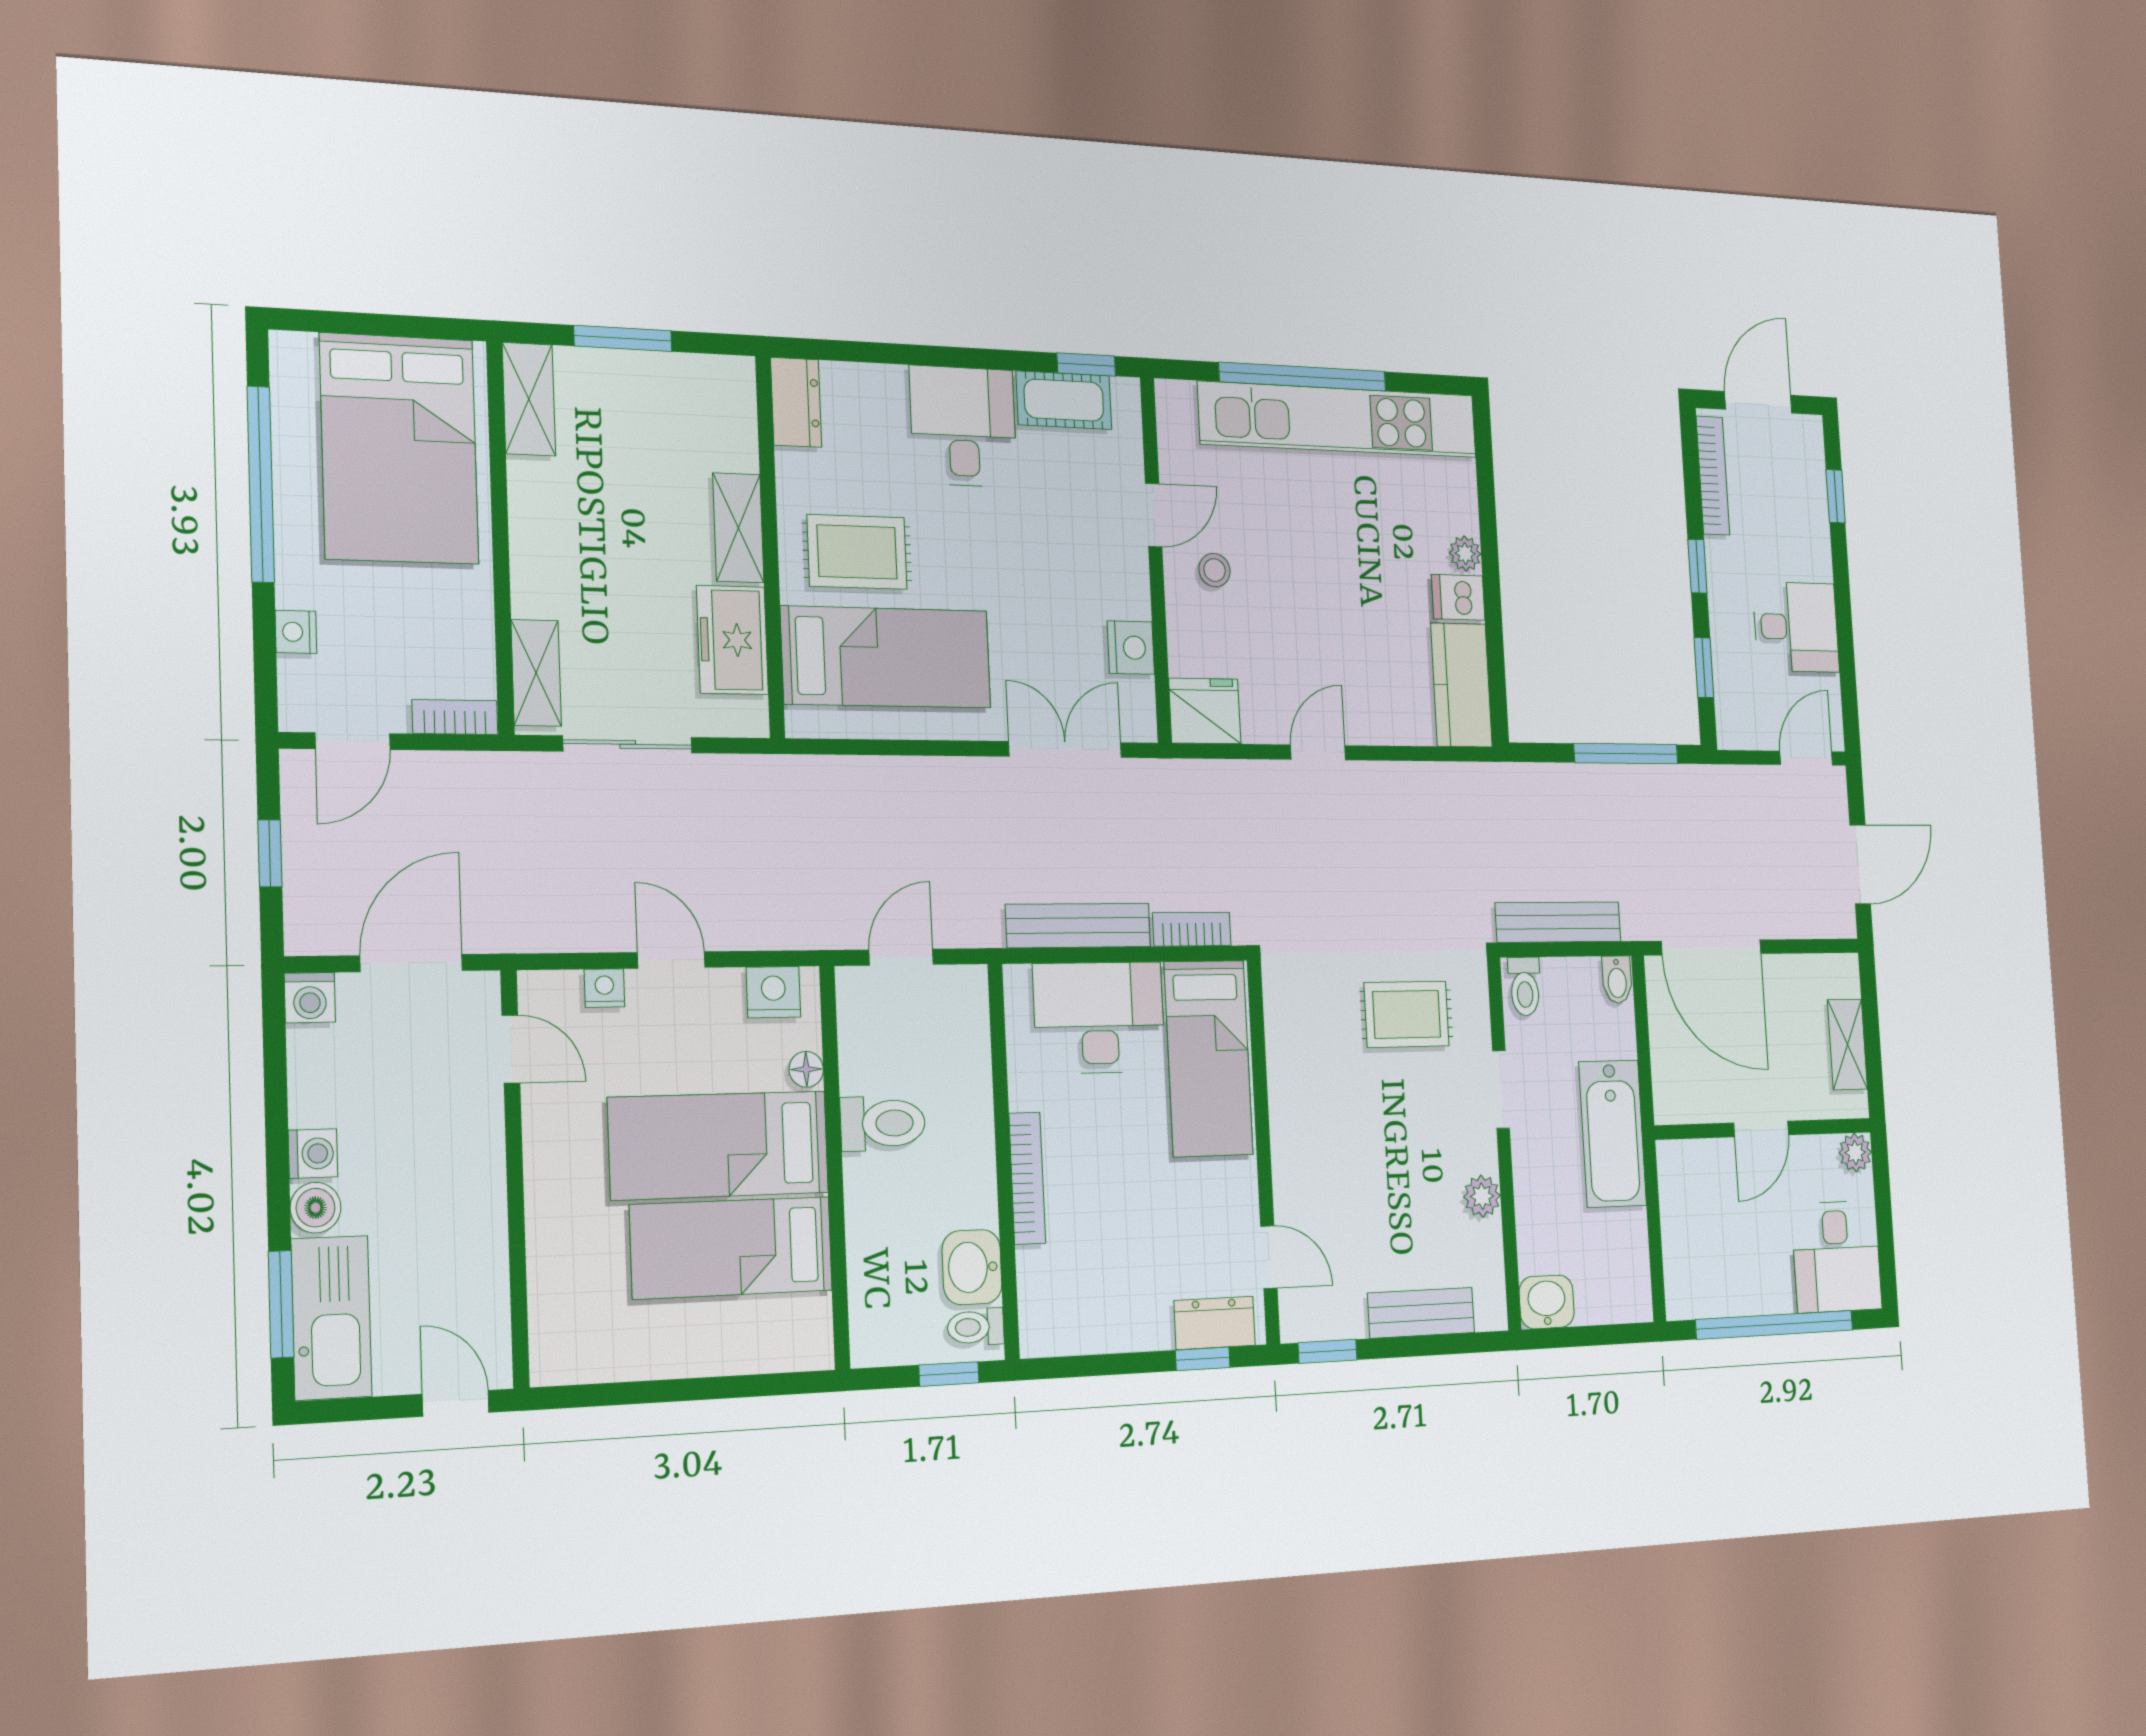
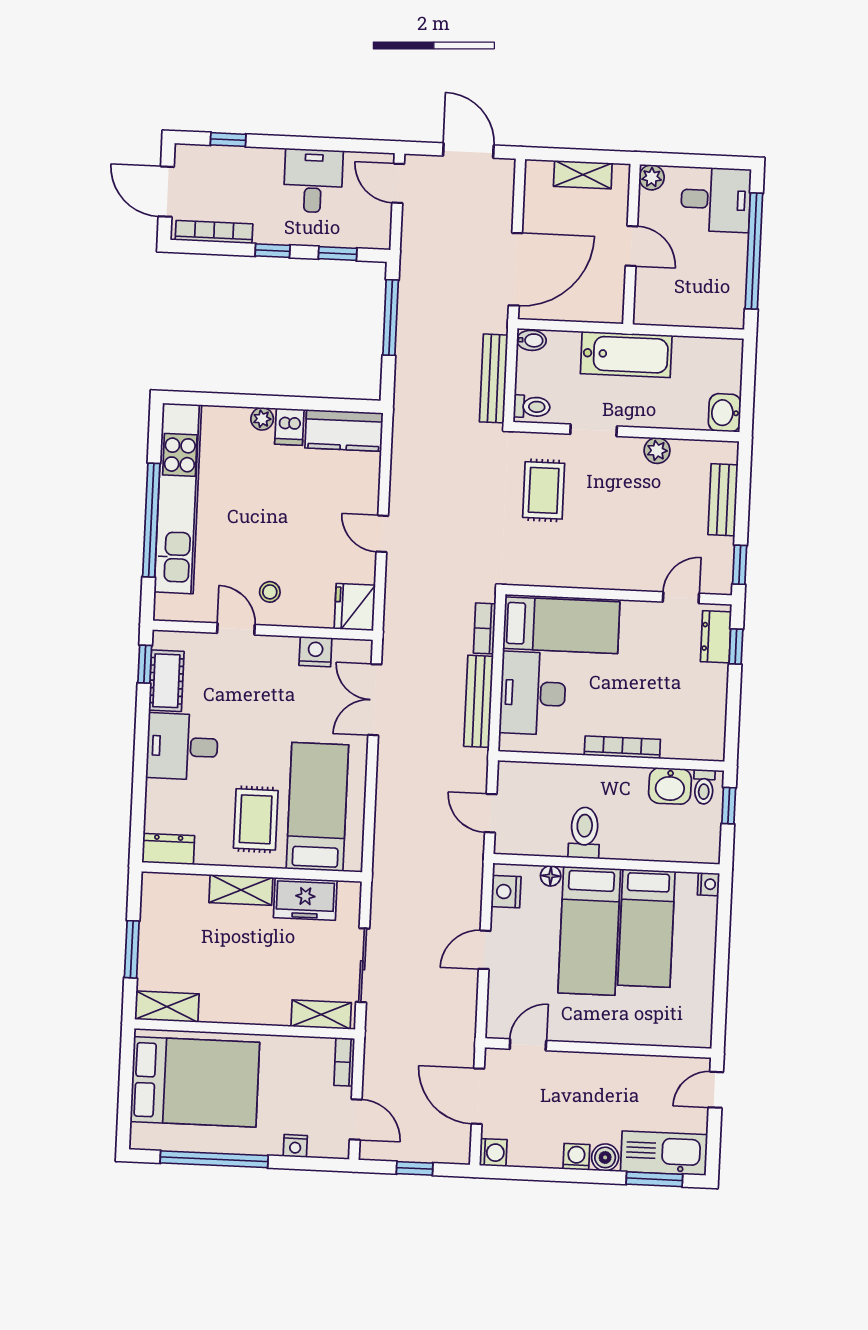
nightstand: (604, 988) -> (708, 884), moved, turned 180

